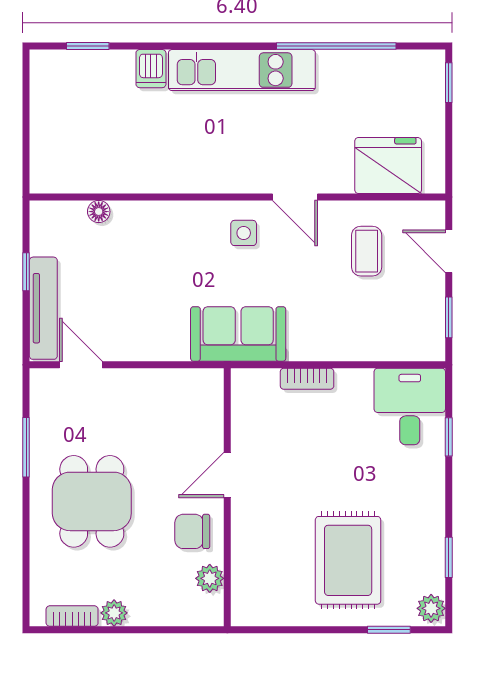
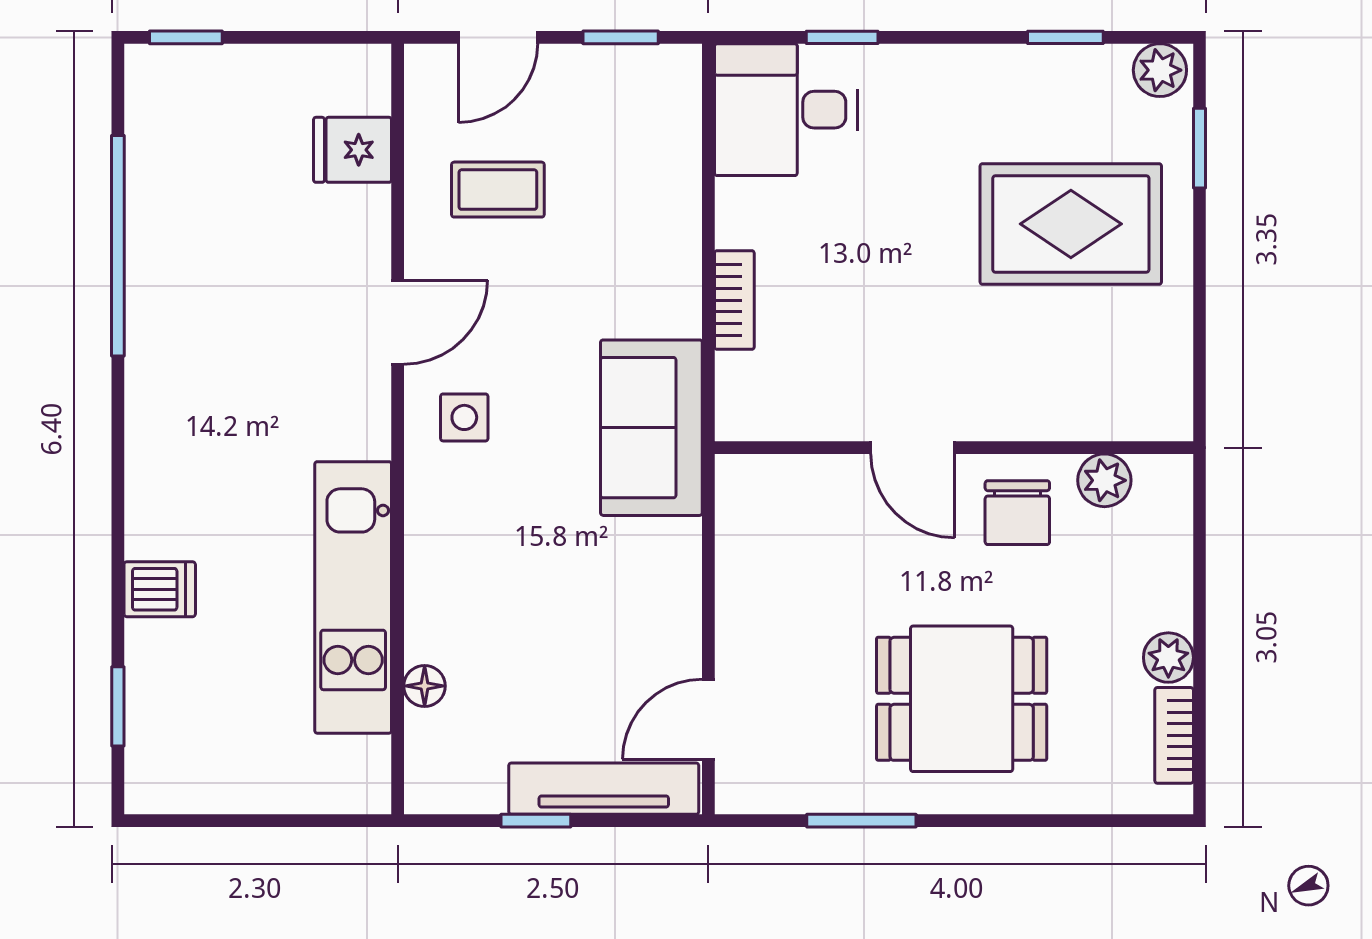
kitchen unit: (242, 70) -> (353, 597), moved, turned 180
fridge: (388, 166) -> (352, 150), width x0.53, depth x0.75

